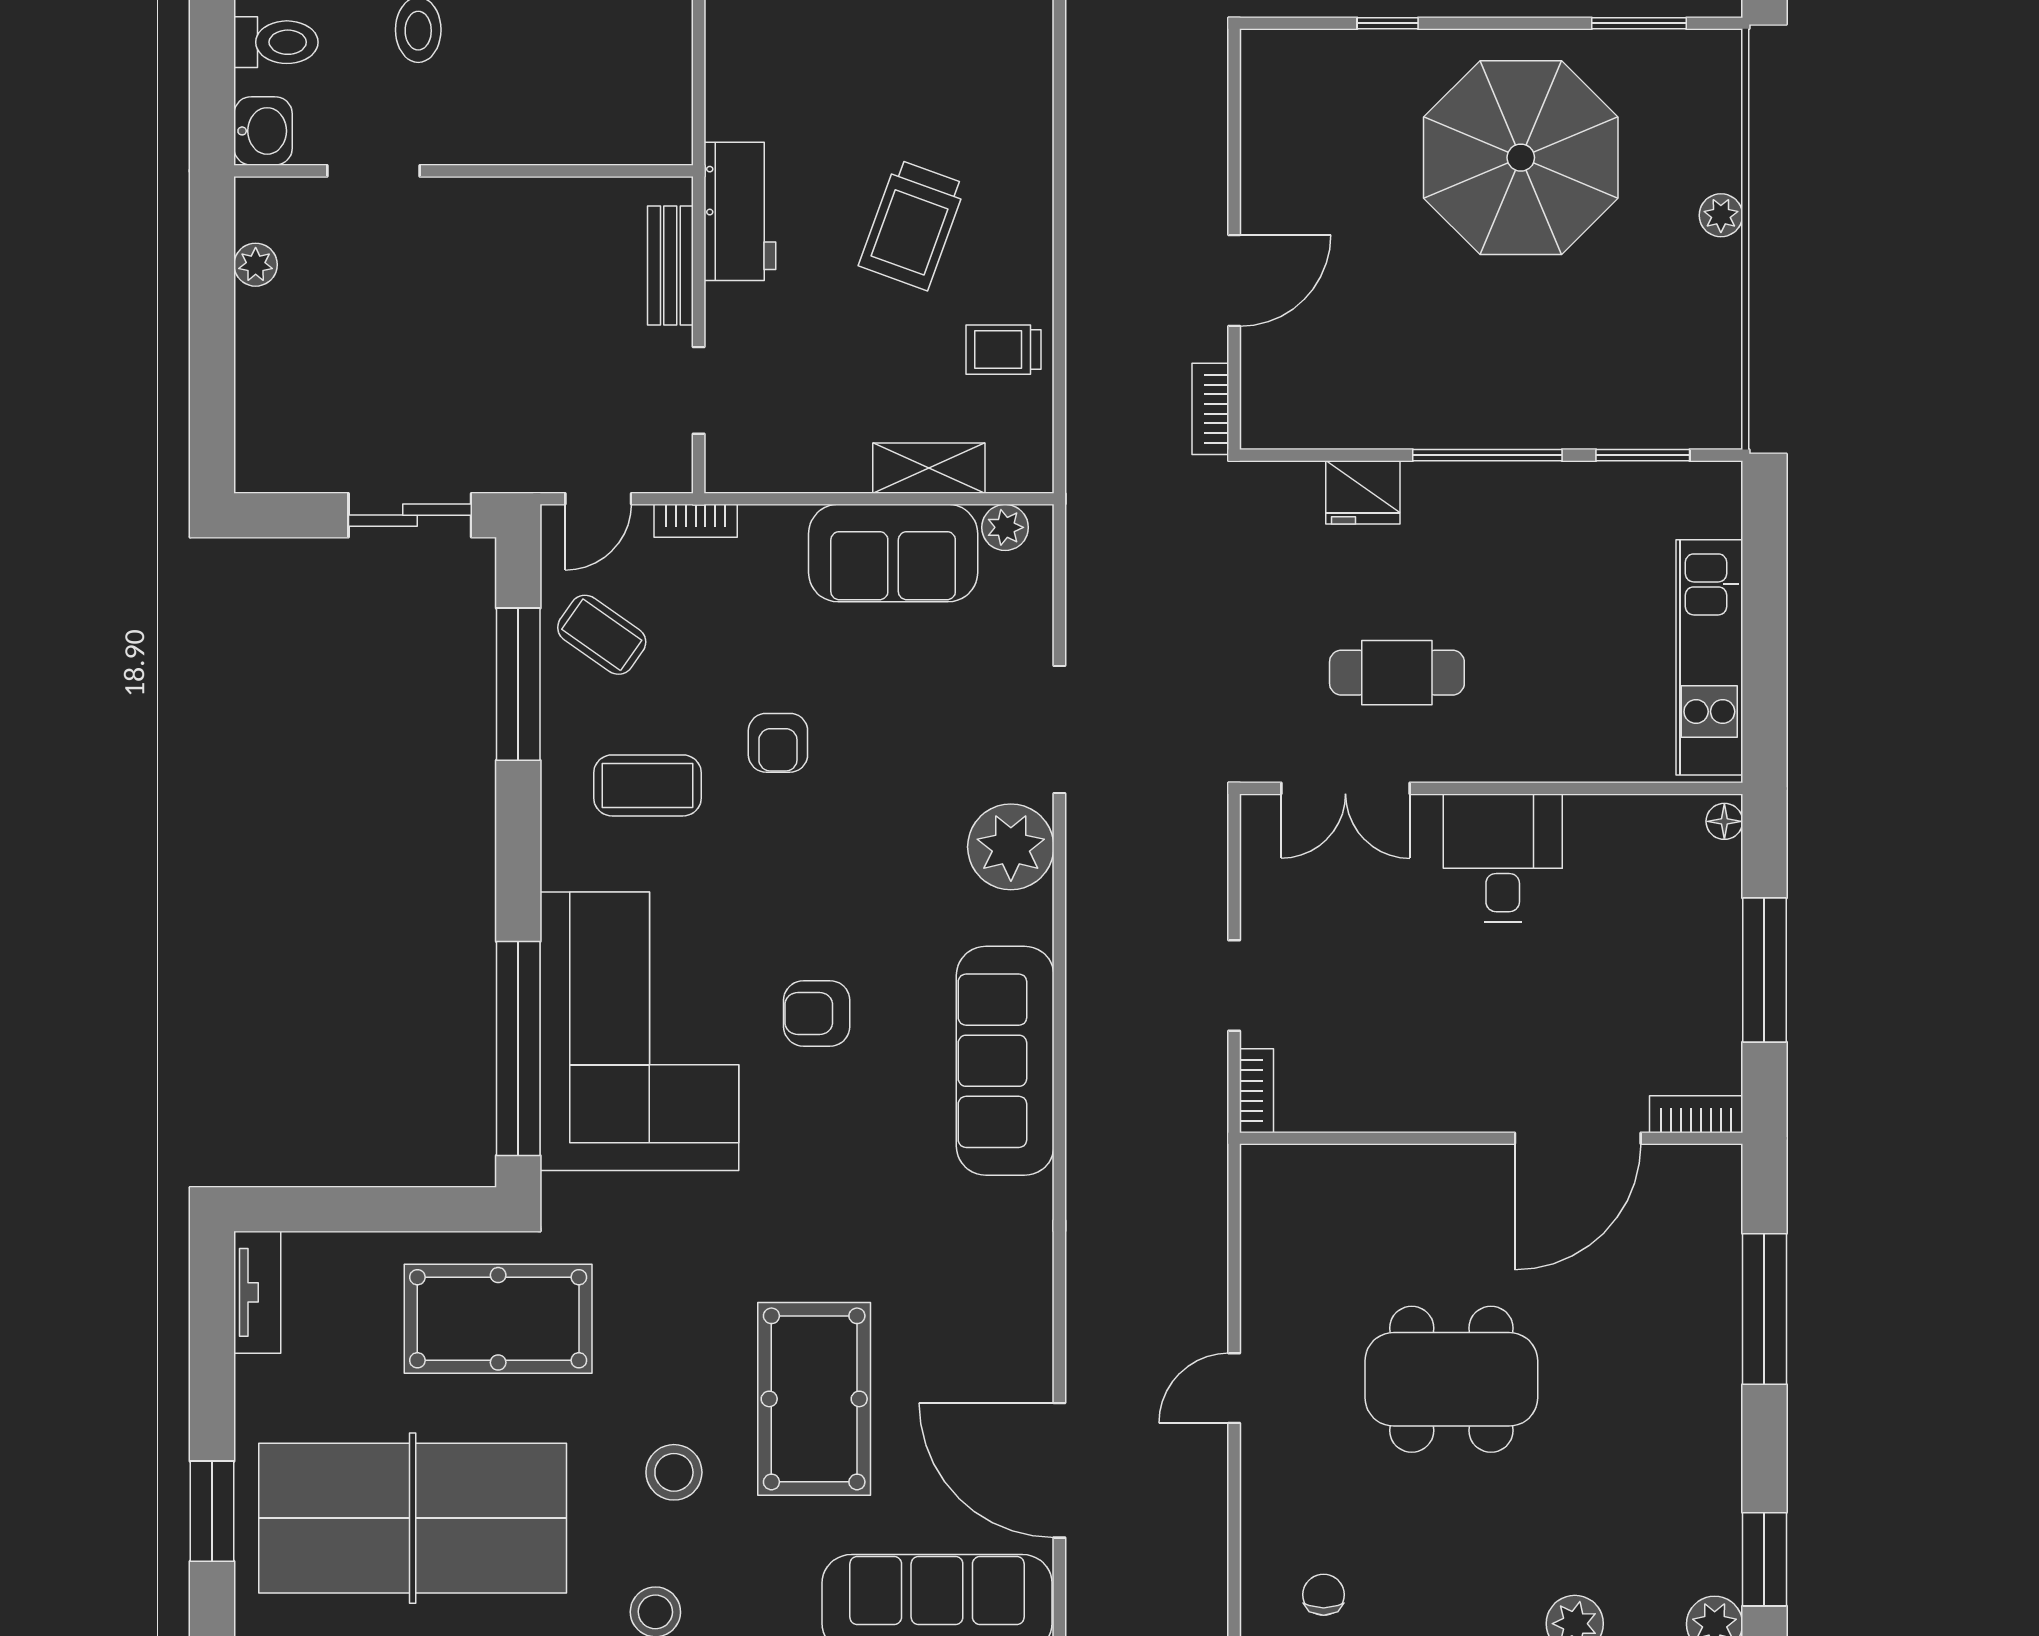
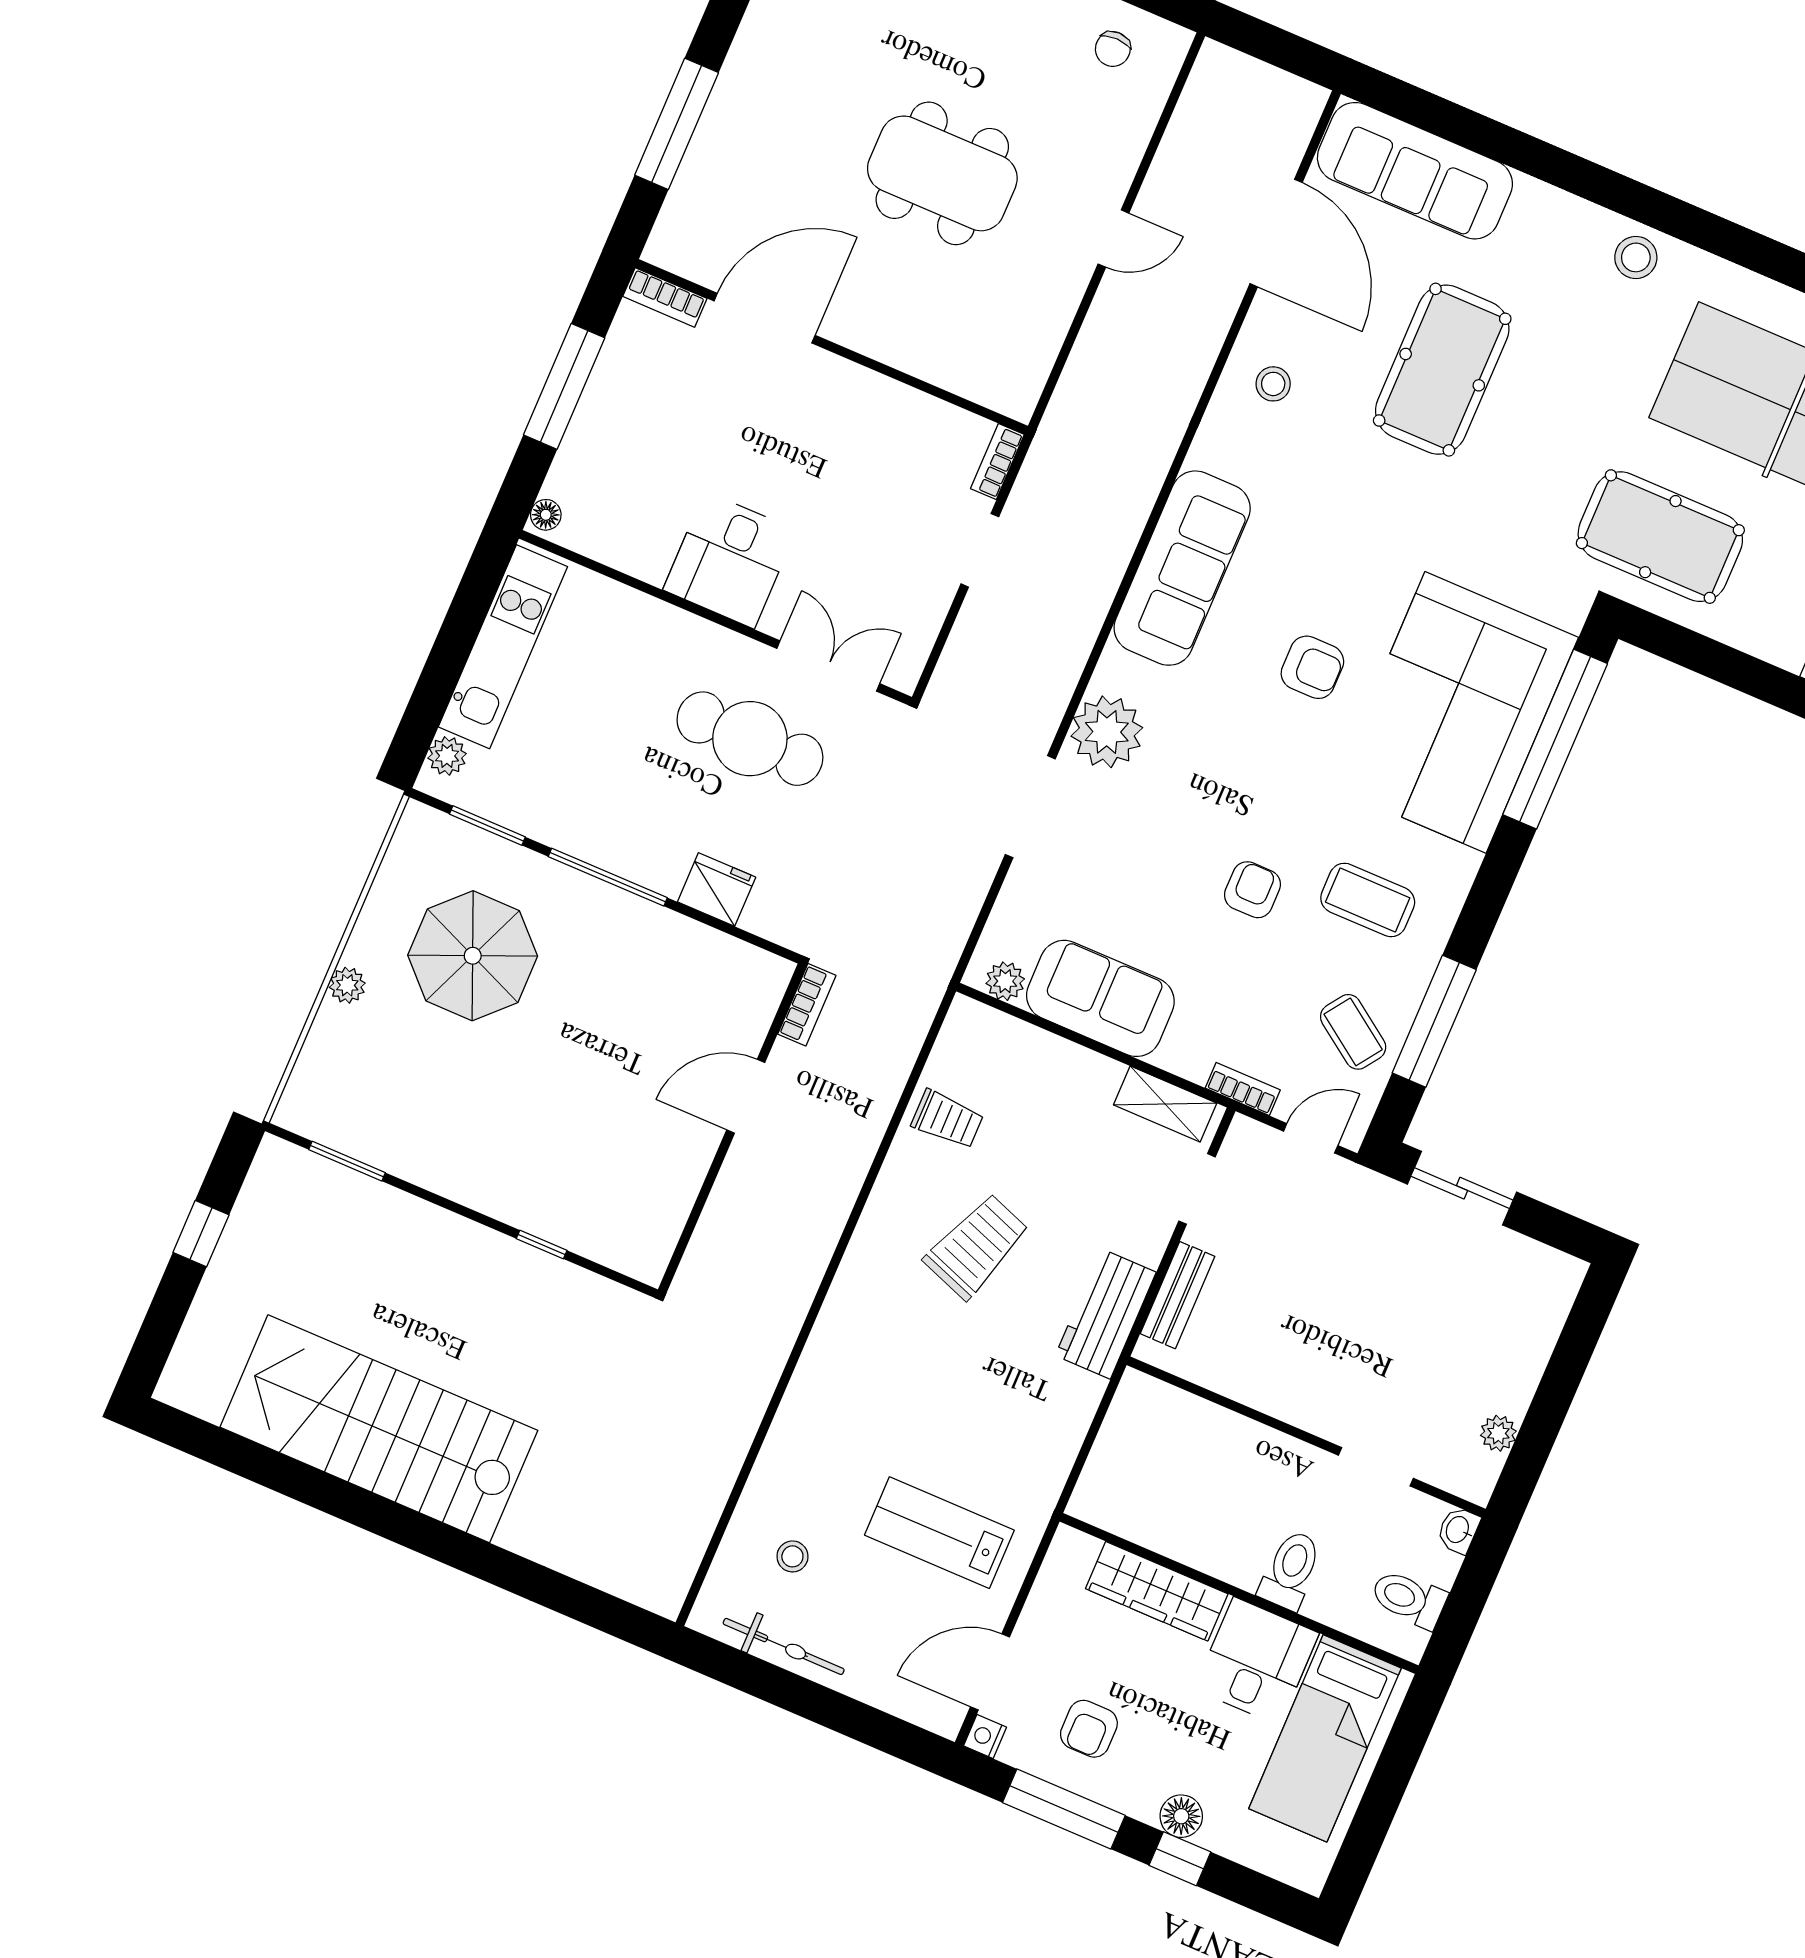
washbasin: (263, 131) -> (1458, 1530), width x0.72, depth x0.69
parasol: (1521, 158) -> (473, 956), moved, width x0.73, depth x0.73
shelving: (929, 468) -> (1165, 1104), moved
plant: (1719, 512) -> (447, 756), added
cafe table: (1397, 673) -> (750, 739), width x1.37, depth x1.35
stool: (674, 1472) -> (1273, 384), moved, width x0.73, depth x0.73

